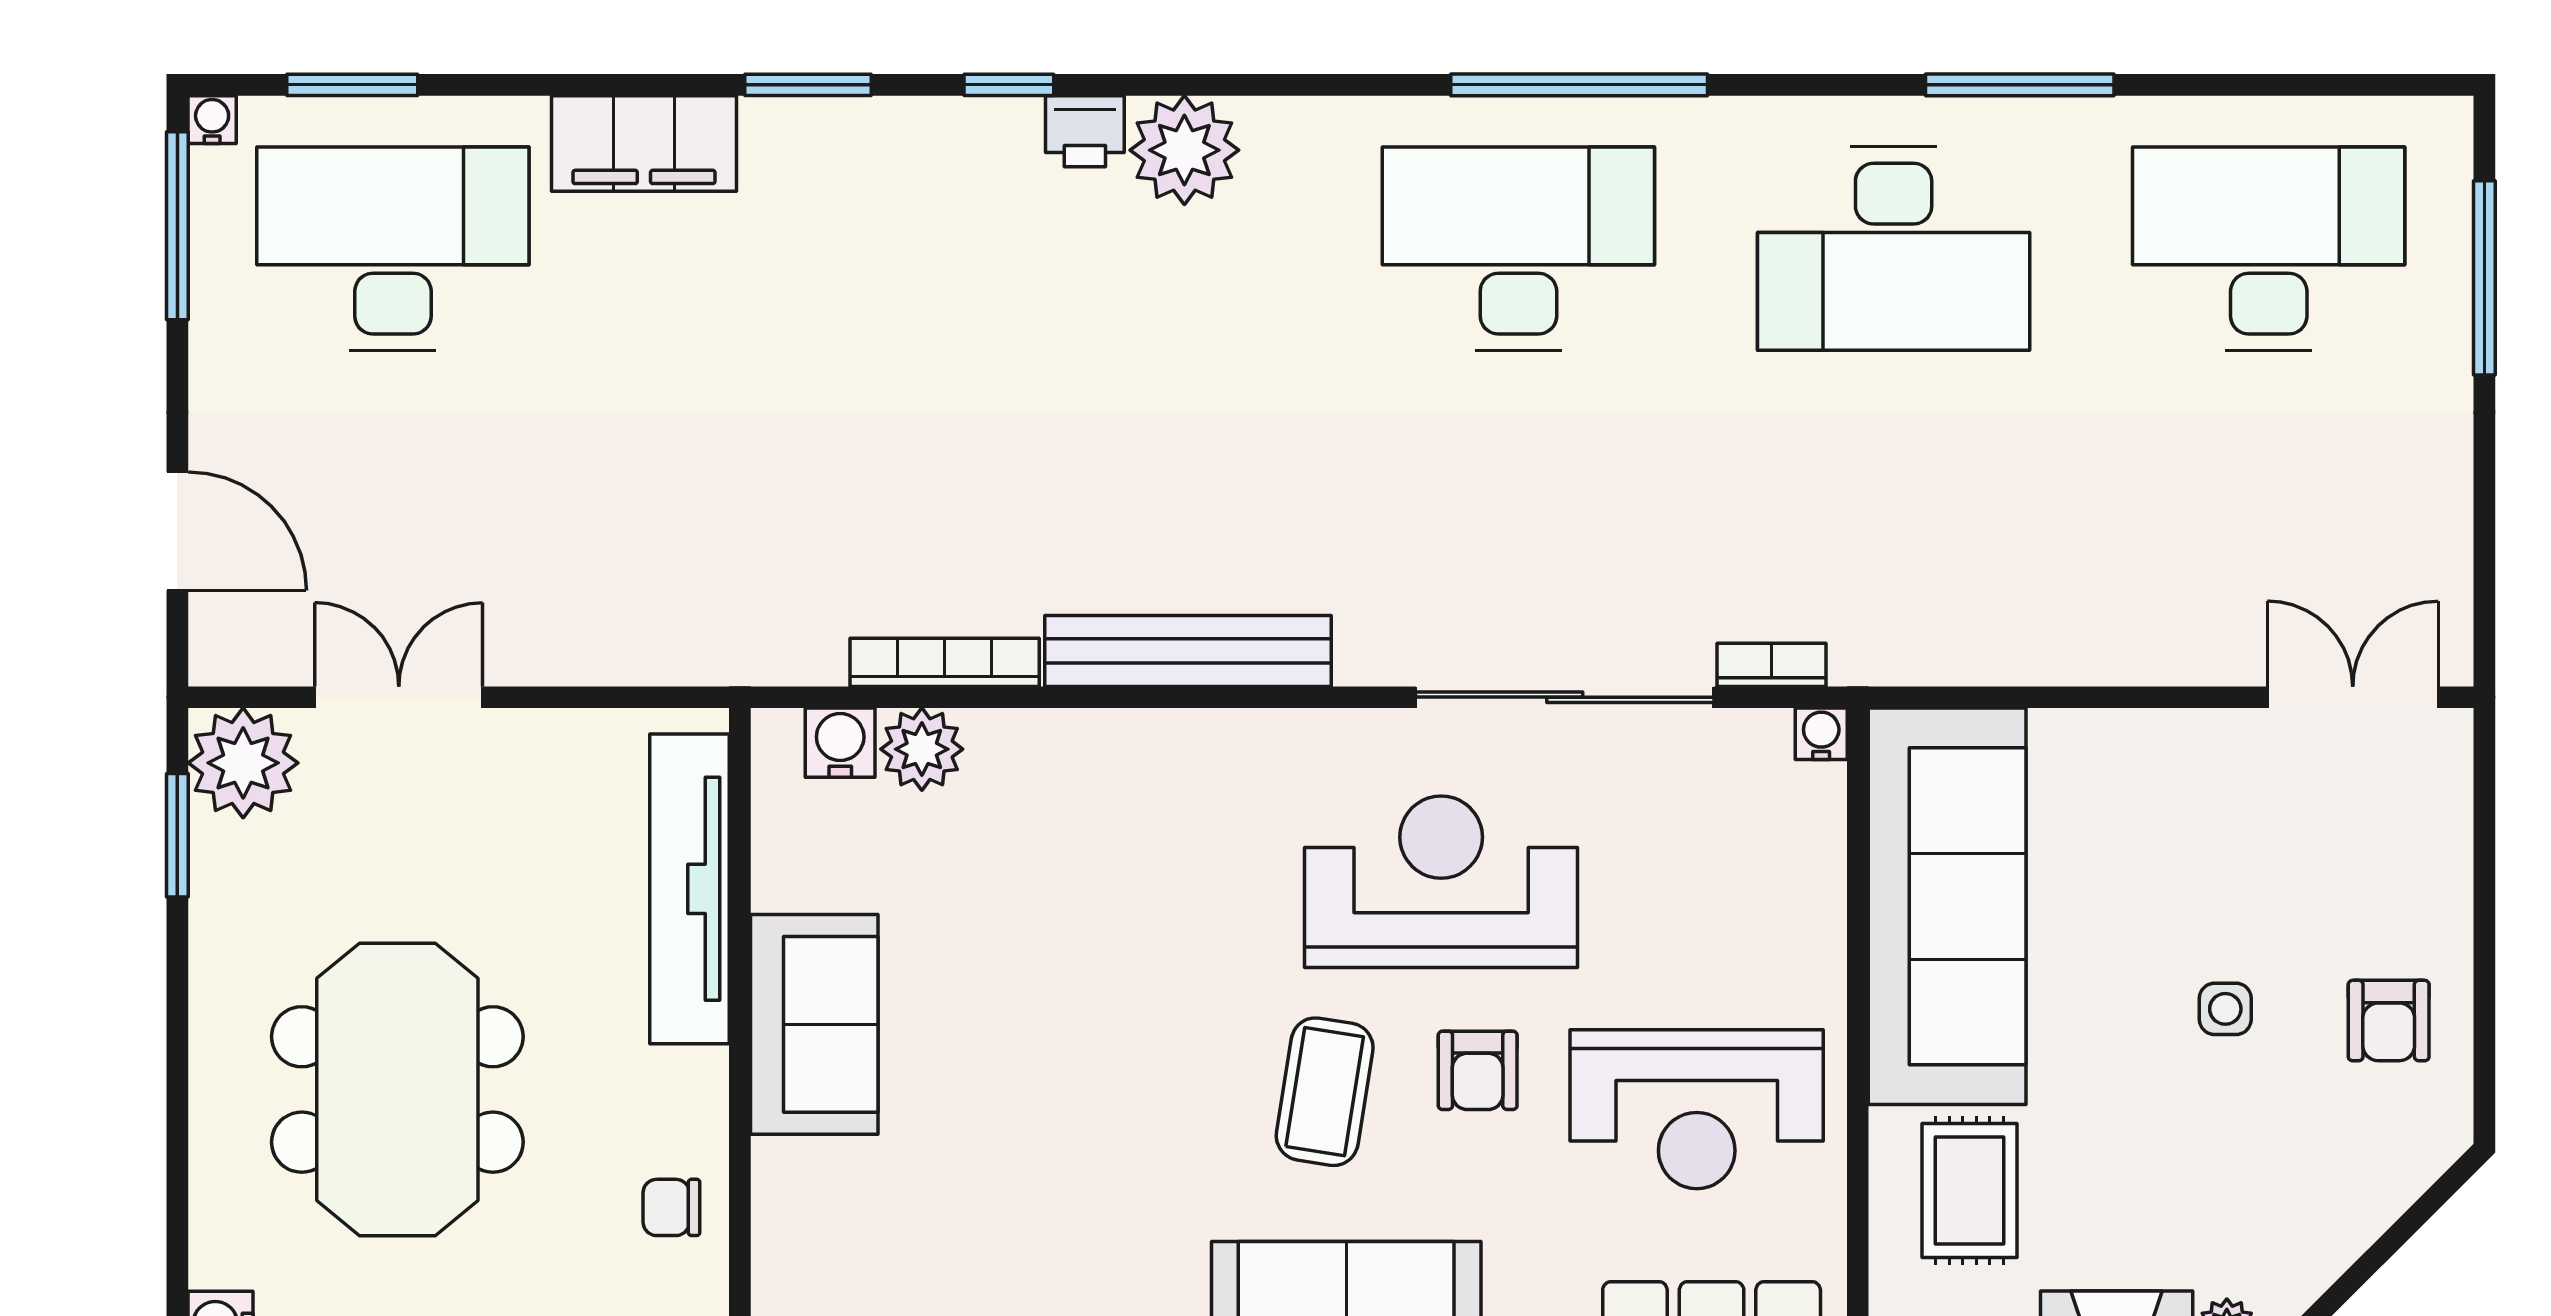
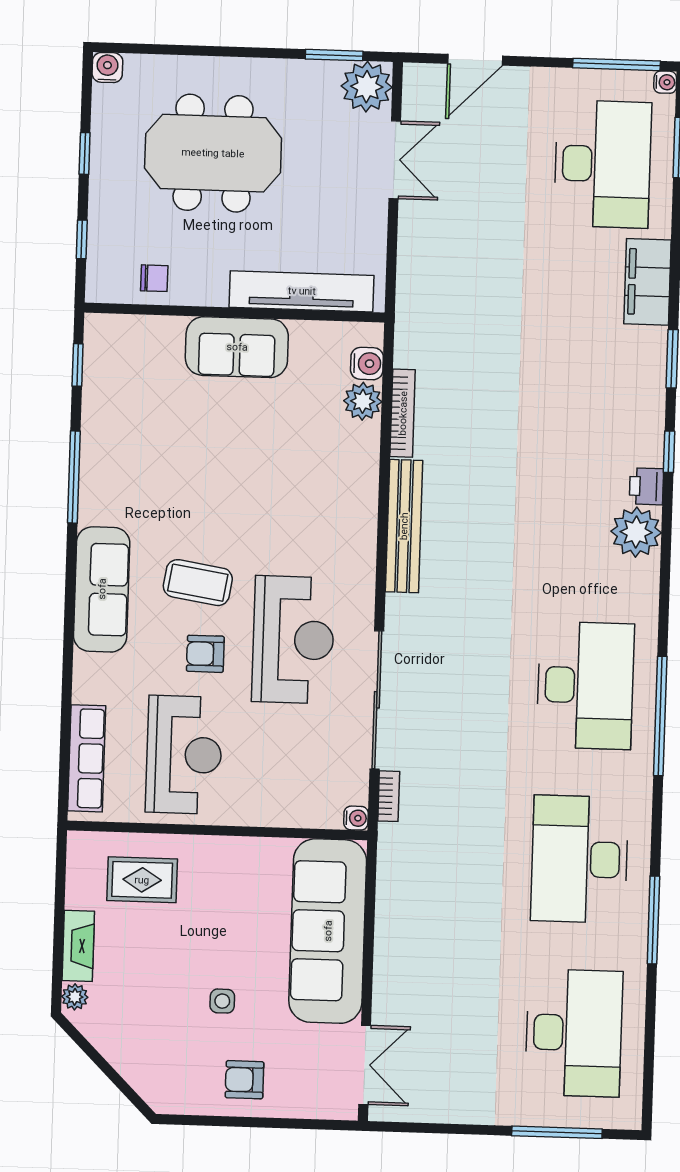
sofa: (1947, 906) -> (328, 931), moved, turned 90
armchair: (2389, 1021) -> (244, 1080), moved
reception desk: (1697, 1109) -> (184, 755), turned 180
chair: (671, 1207) -> (154, 278), turned 90

